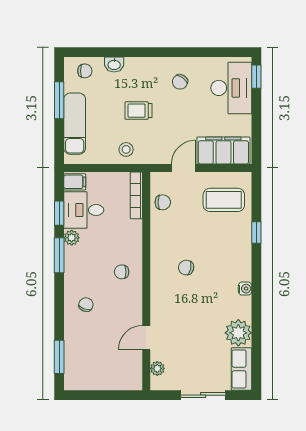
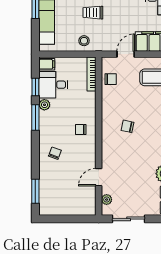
sliding door: (203, 395) -> (129, 219), moved

